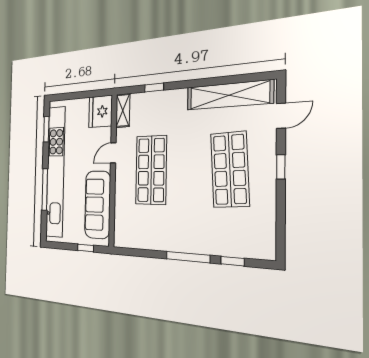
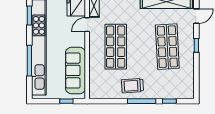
door: (113, 153) -> (87, 25), moved
trolley: (174, 231) -> (132, 86), added

